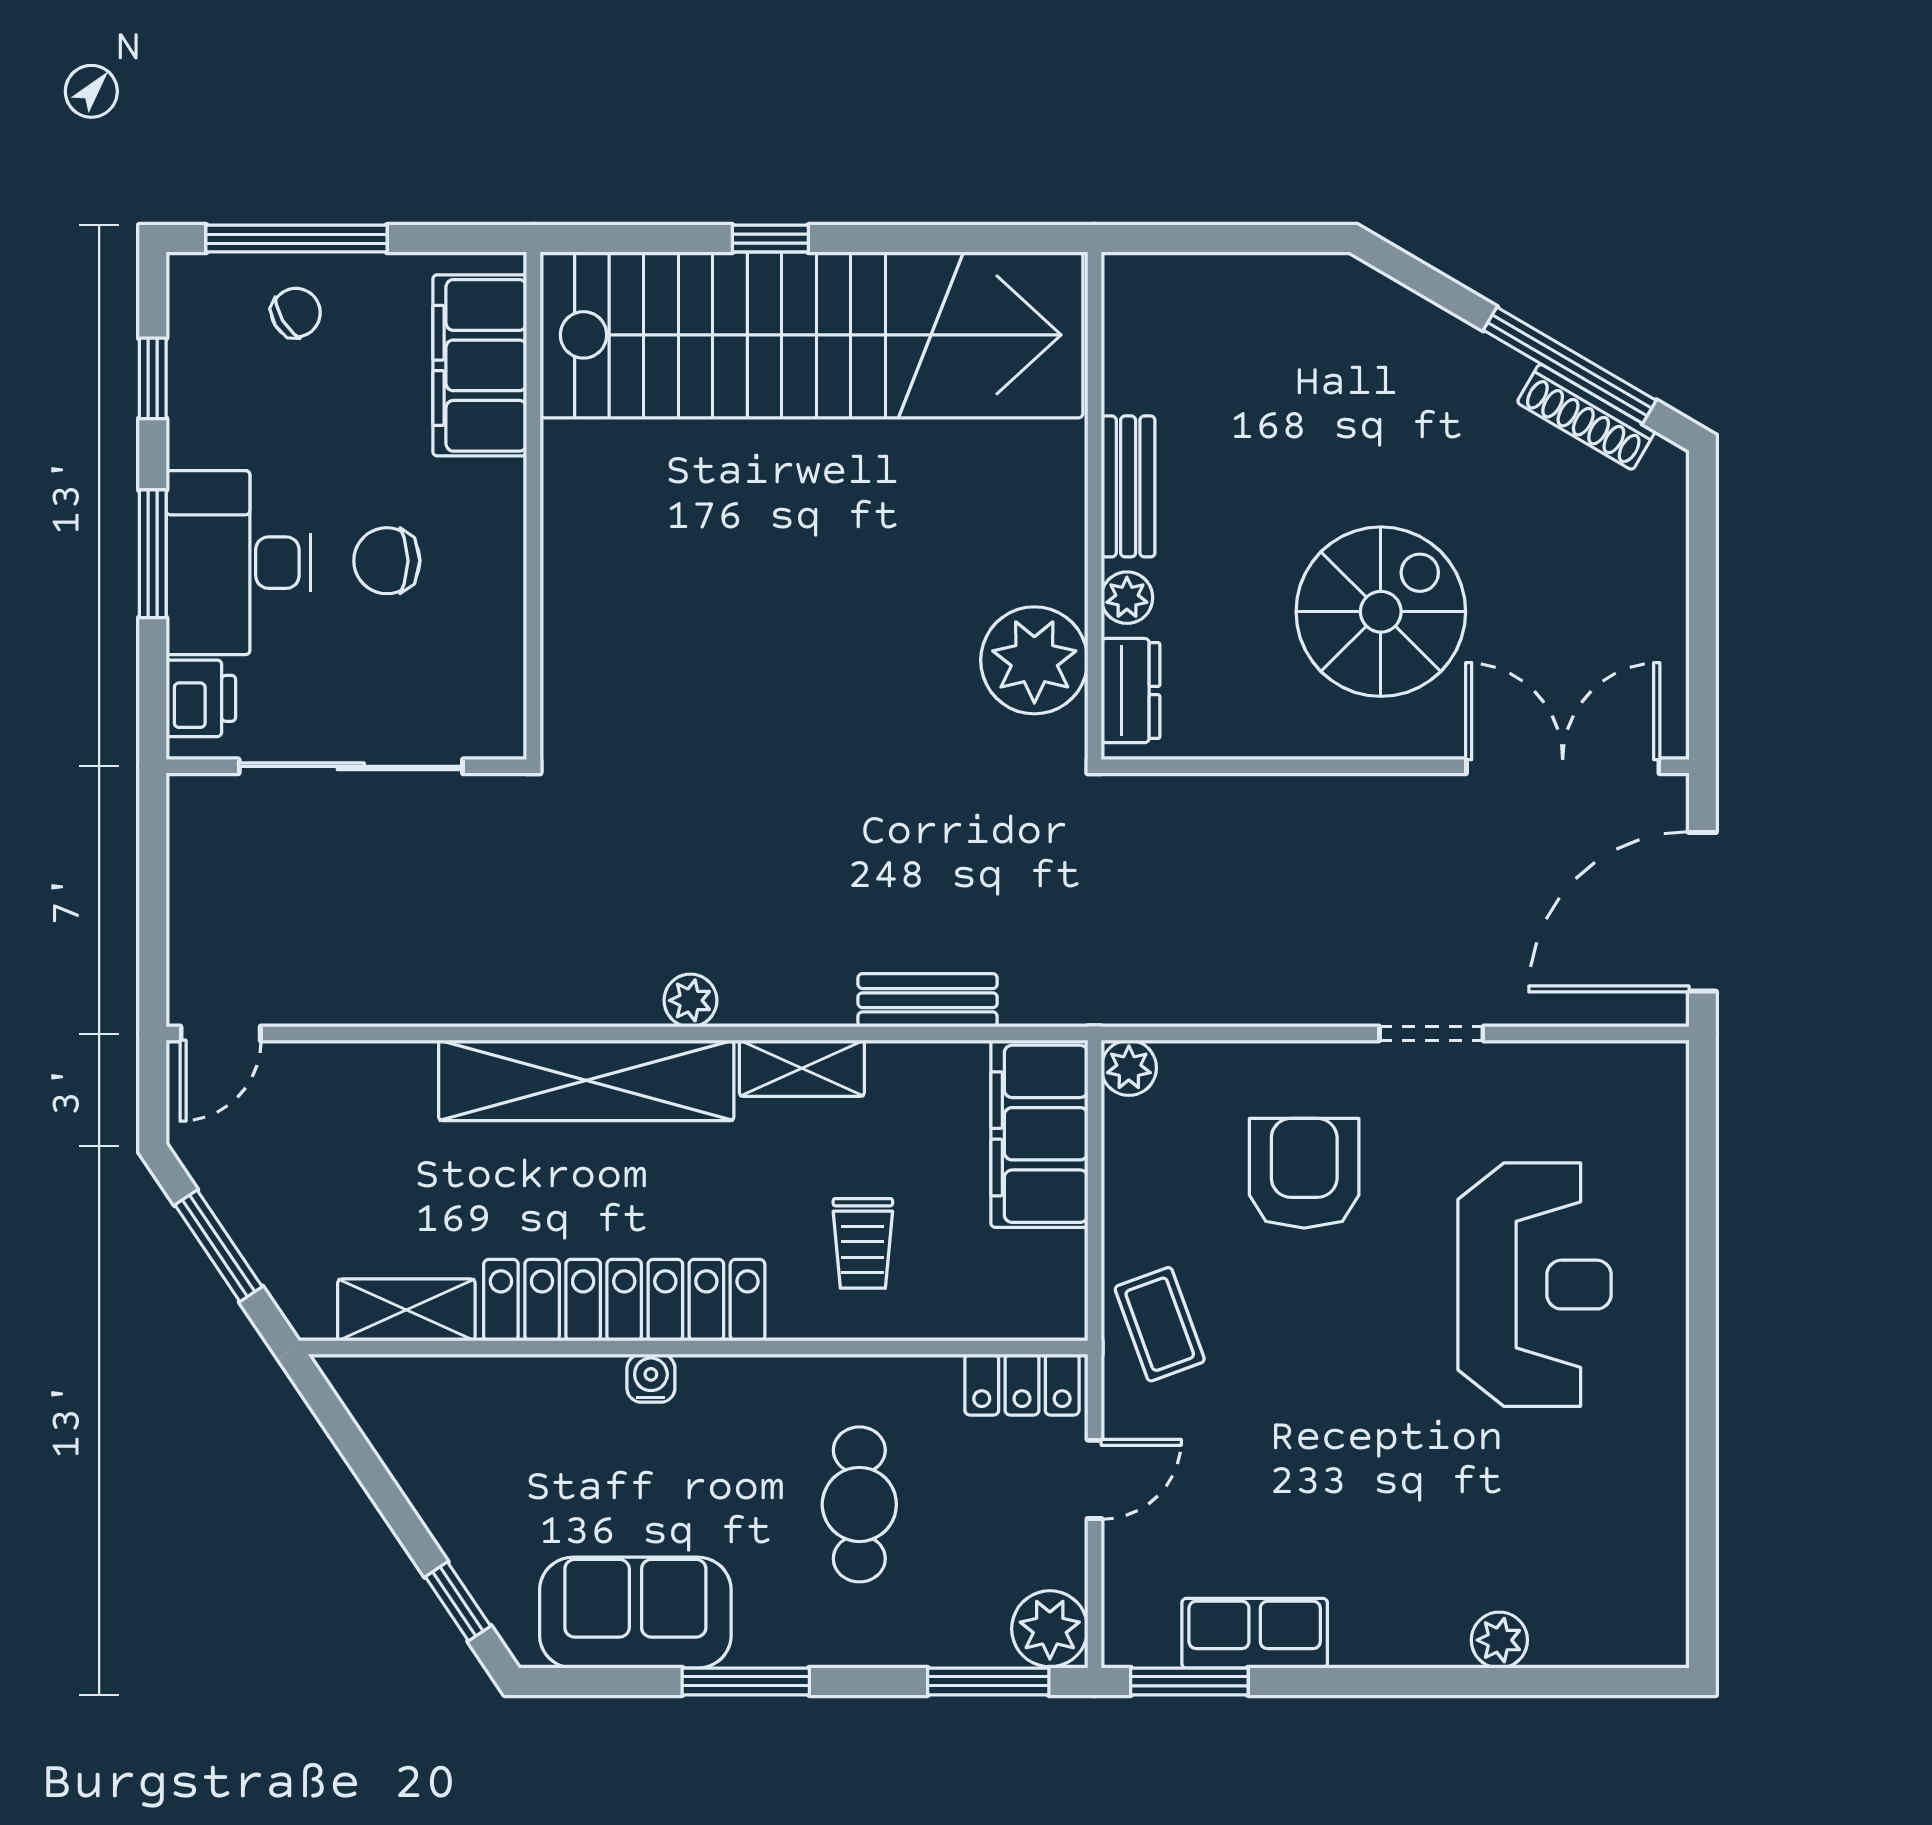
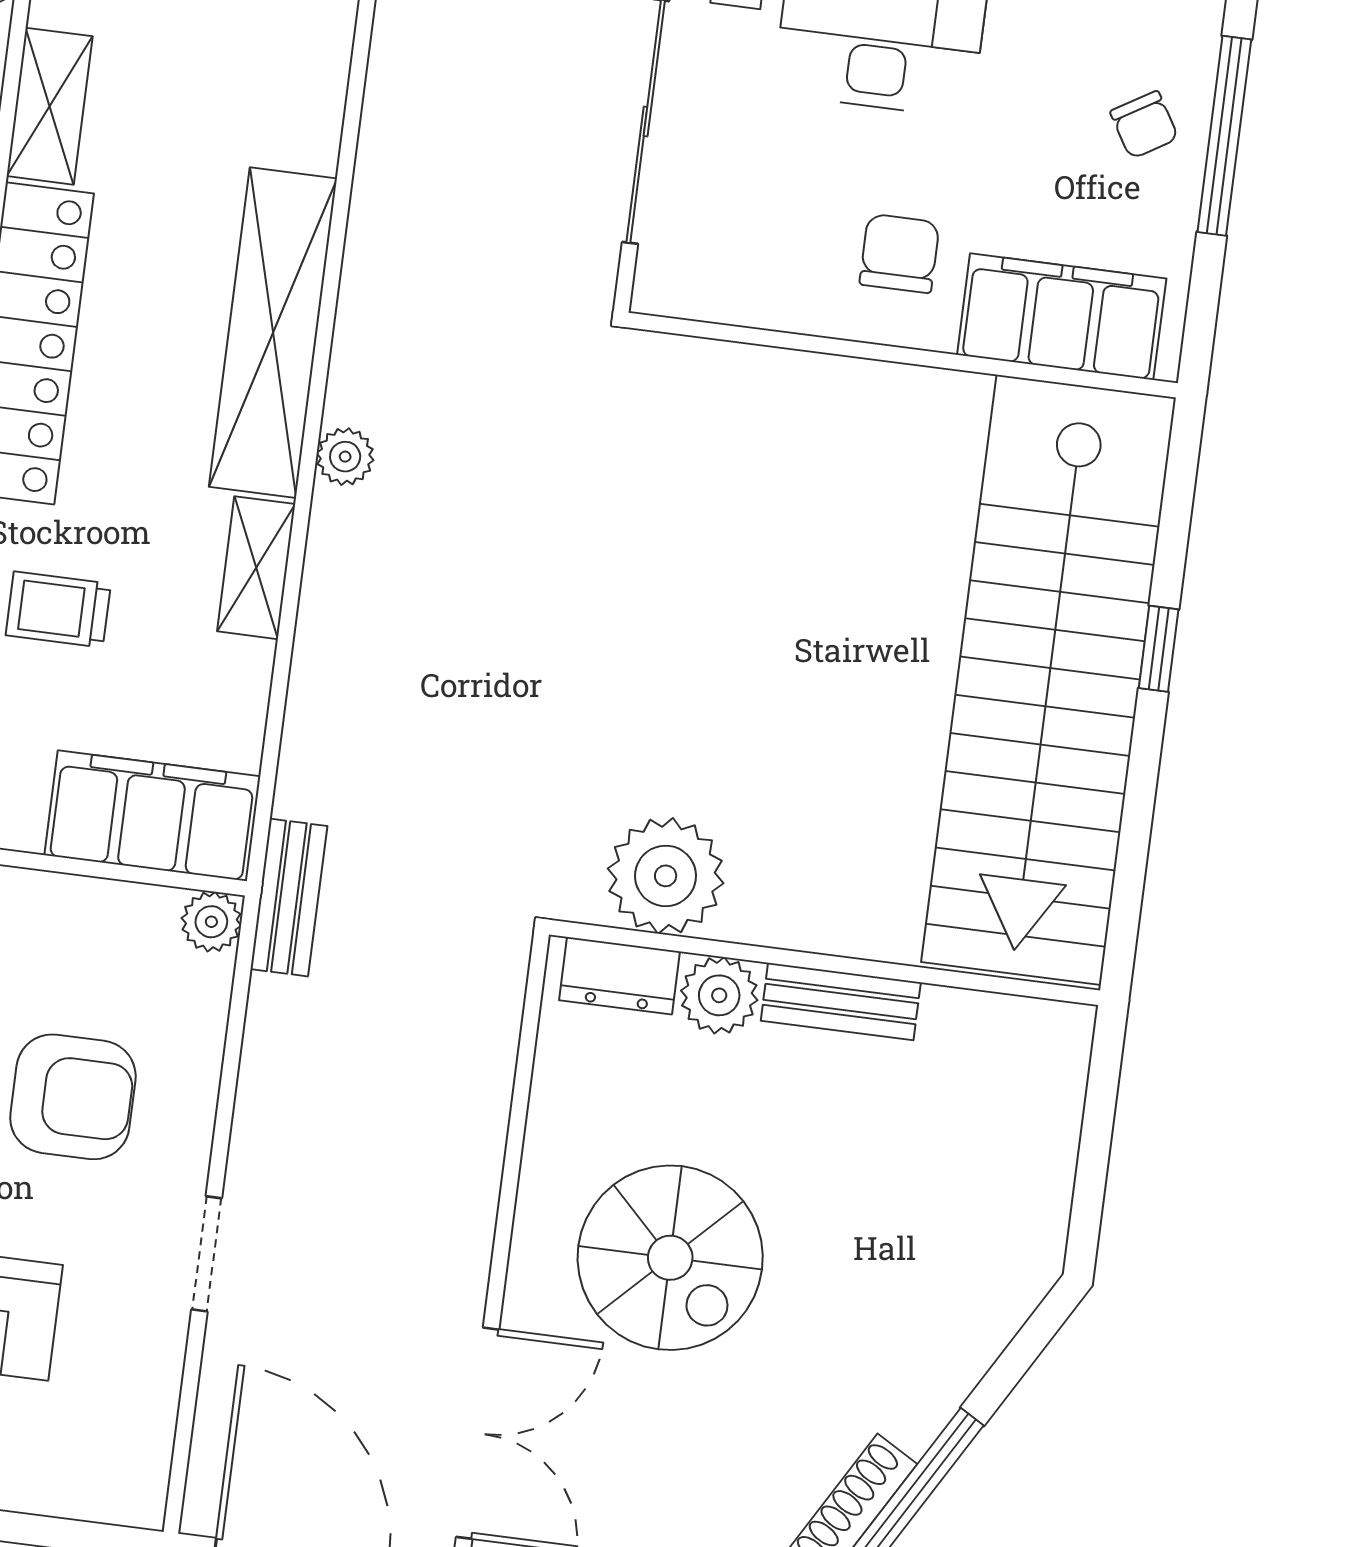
chair: (387, 561) -> (899, 253), moved
plant: (1127, 598) -> (719, 995), width x1.38, depth x1.38
bench: (928, 1000) -> (289, 898), moved

